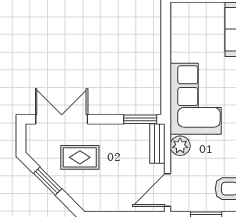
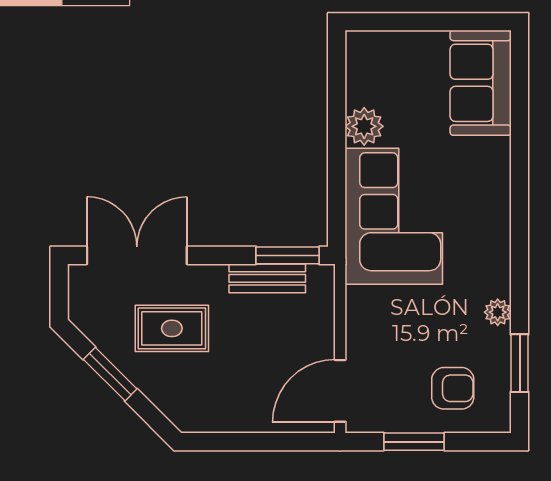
bench: (157, 144) -> (267, 278), moved, turned 90
plant: (180, 146) -> (364, 126), moved

